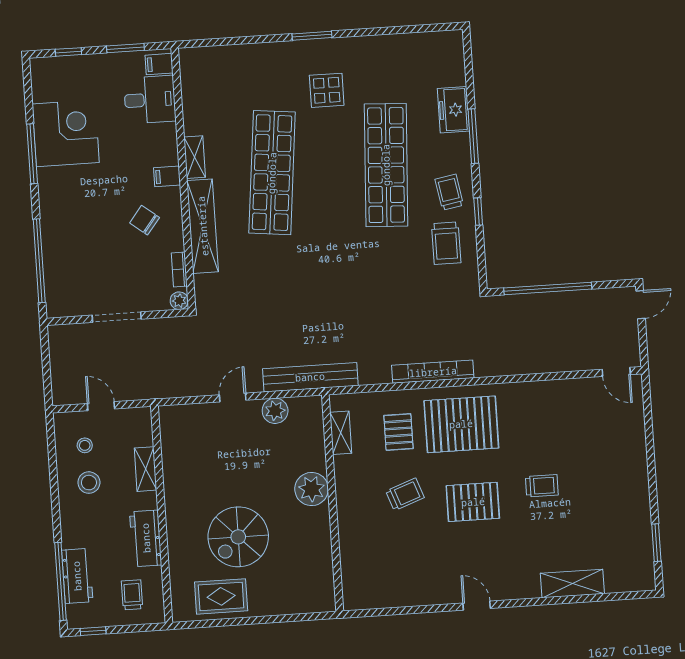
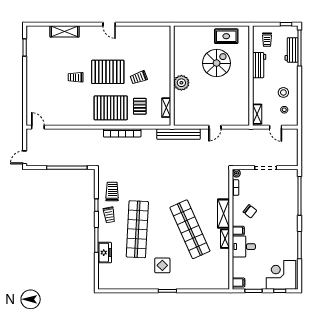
desk: (150, 100) -> (244, 247), moved
corner desk: (66, 133) -> (281, 275), moved, turned 90
shop shelf: (272, 173) -> (190, 229), turned -30
shelving: (203, 226) -> (223, 214), width x0.68
plant: (275, 411) -> (196, 120), removed
shelving: (146, 469) -> (257, 114), moved
pallet: (473, 502) -> (108, 72), width x1.37, depth x1.41

